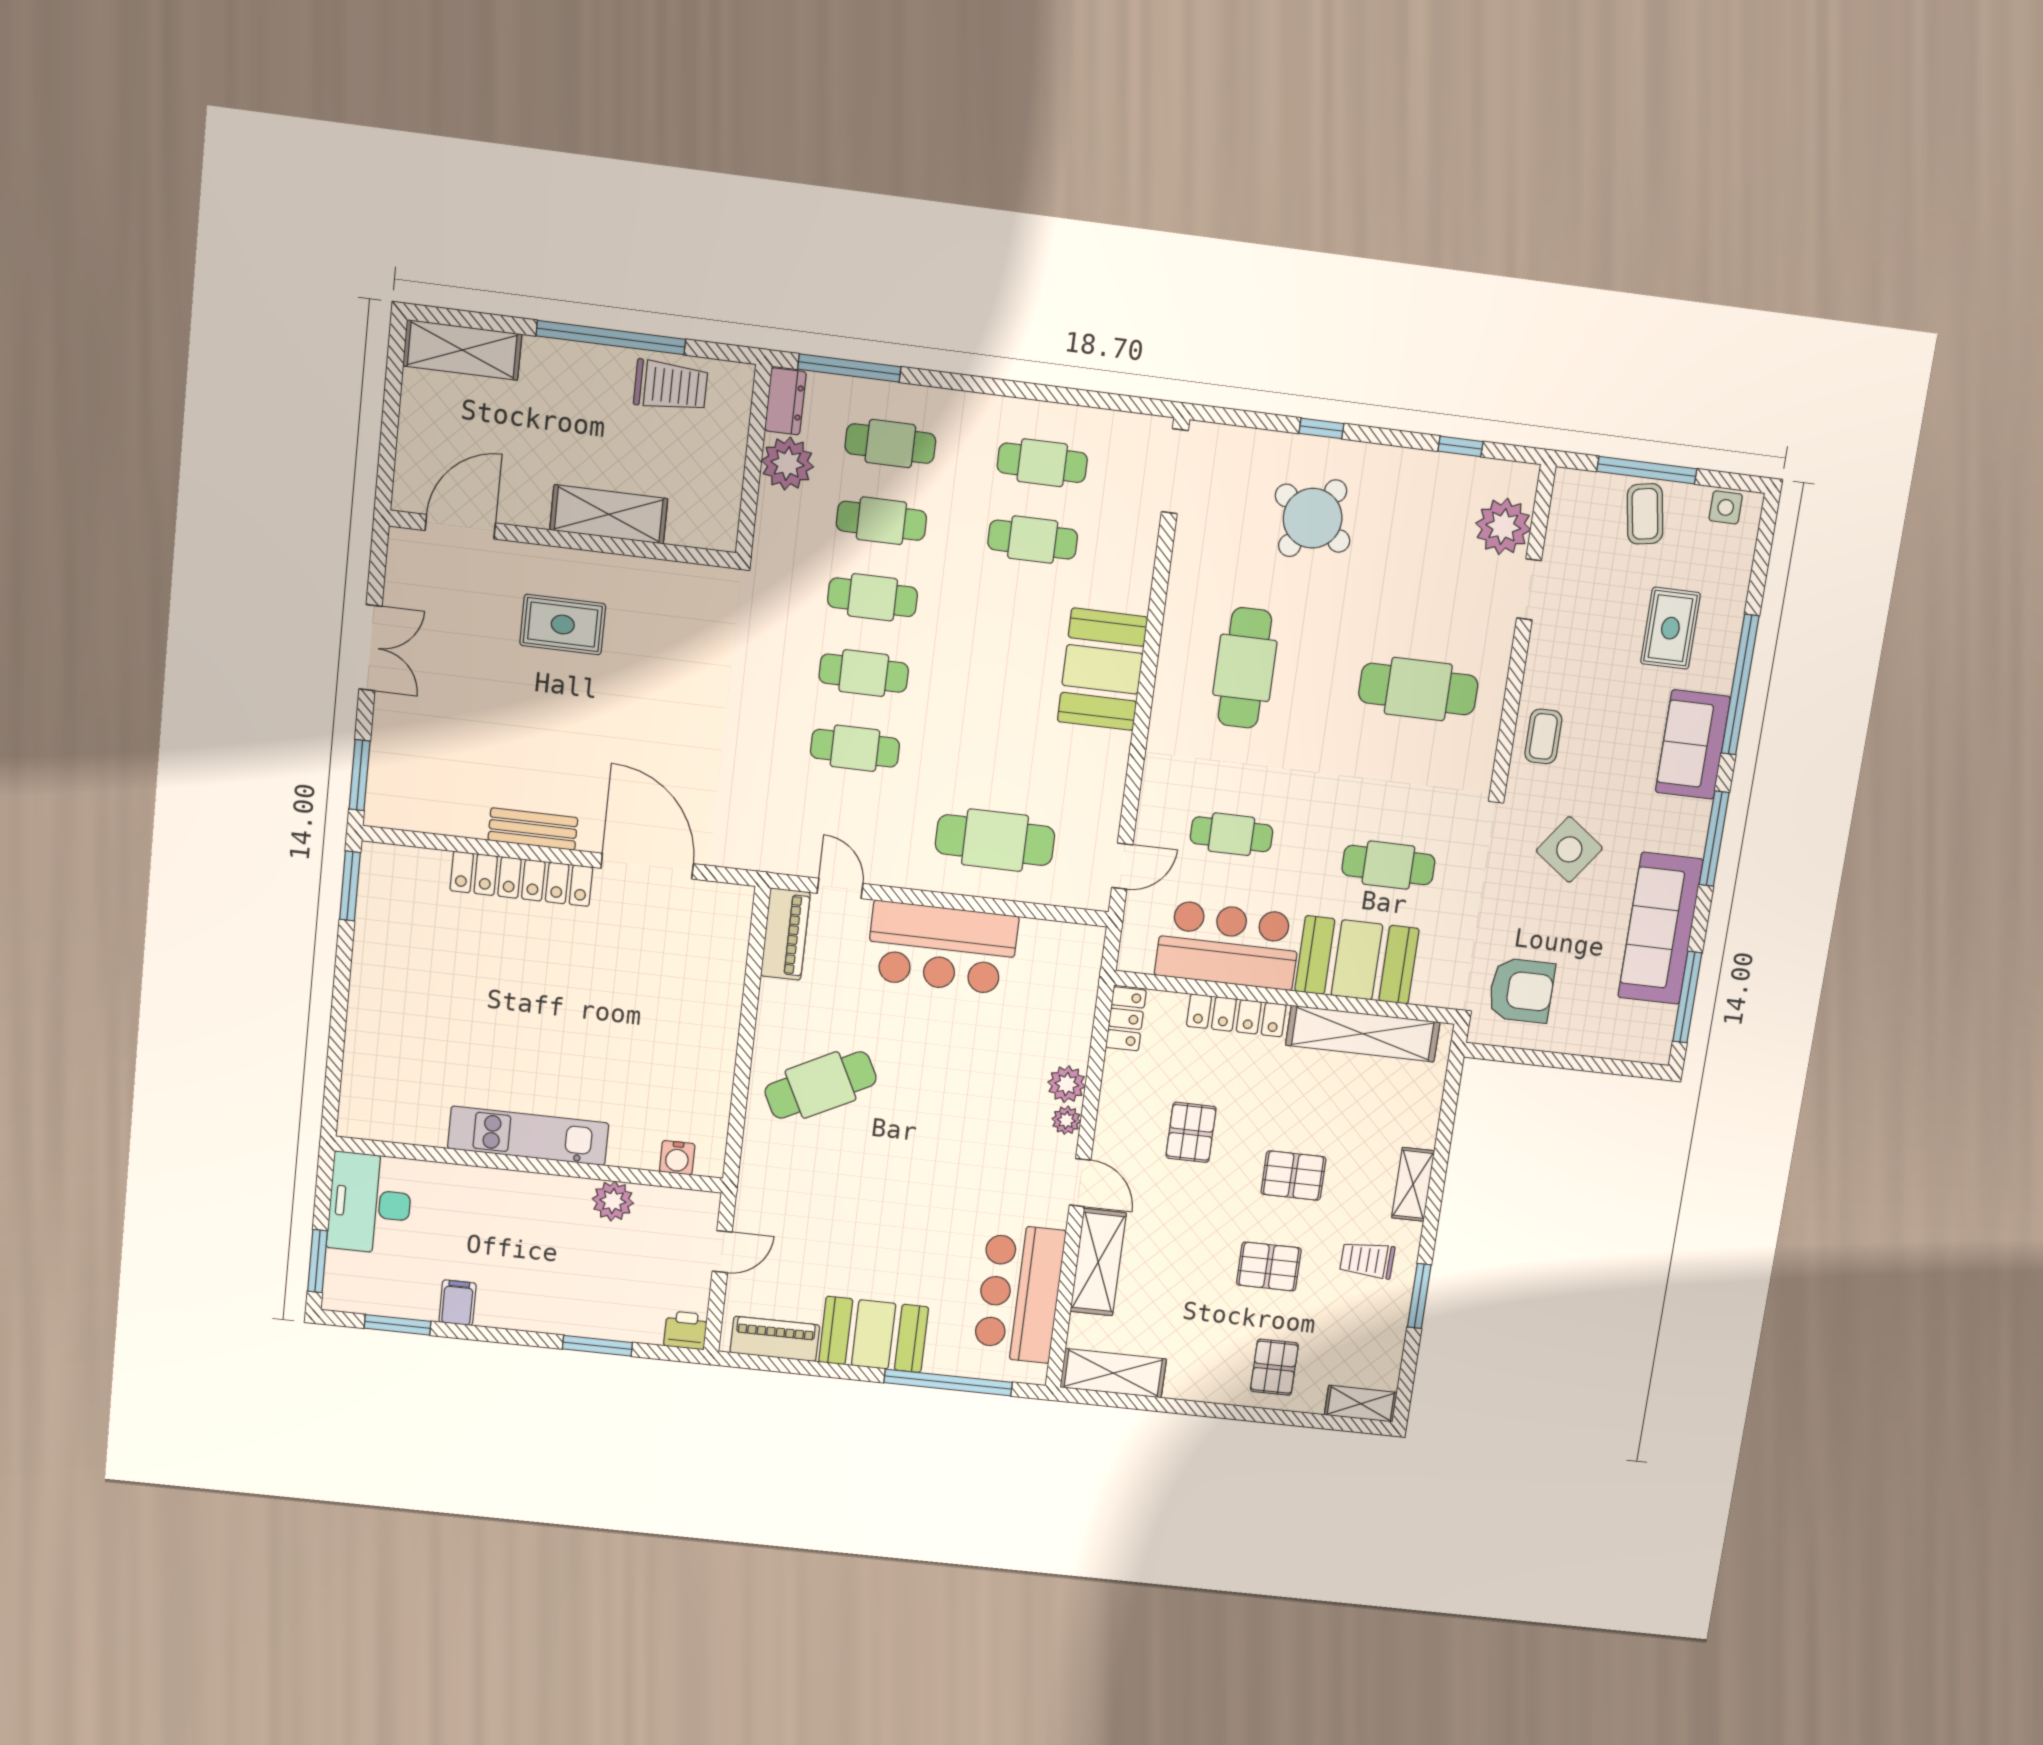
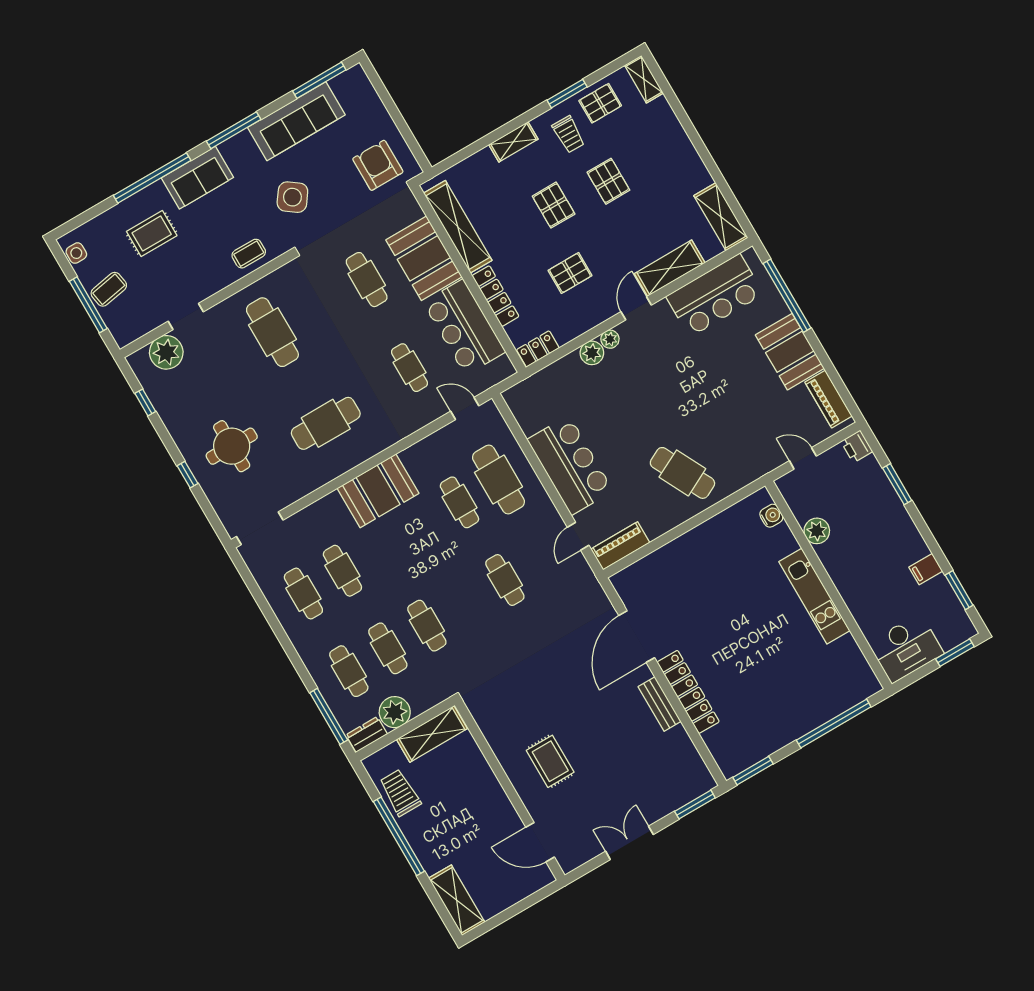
shelving: (609, 514) -> (432, 734), moved, turned 90
round table: (1313, 518) -> (232, 446), turned -33
cafe table: (864, 673) -> (459, 502), moved
window: (337, 1038) -> (834, 723), added
pallet: (1274, 1367) -> (600, 103), moved

